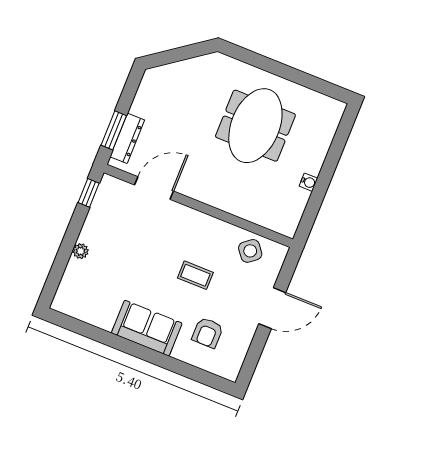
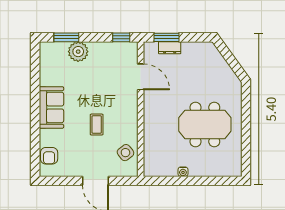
dresser: (127, 138) -> (170, 48), width x0.70
plant: (81, 251) -> (78, 52), width x1.88, depth x1.88
window: (58, 269) -> (66, 37), added
armchair: (207, 333) -> (49, 156), moved, turned -90

